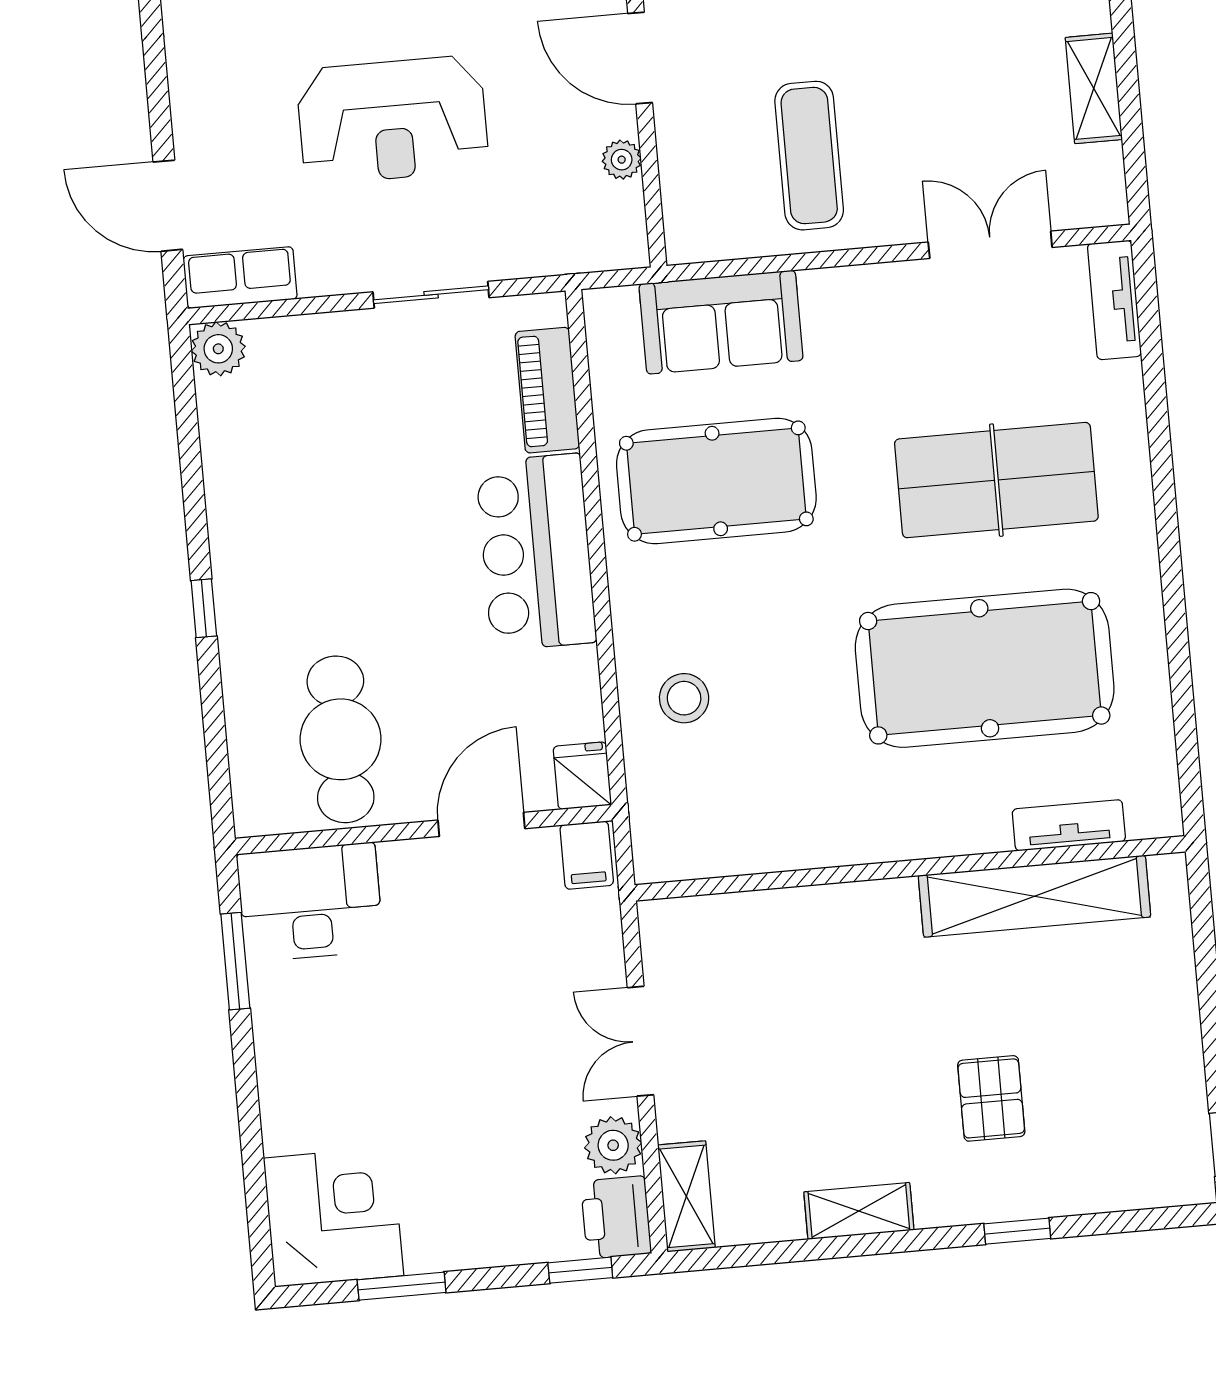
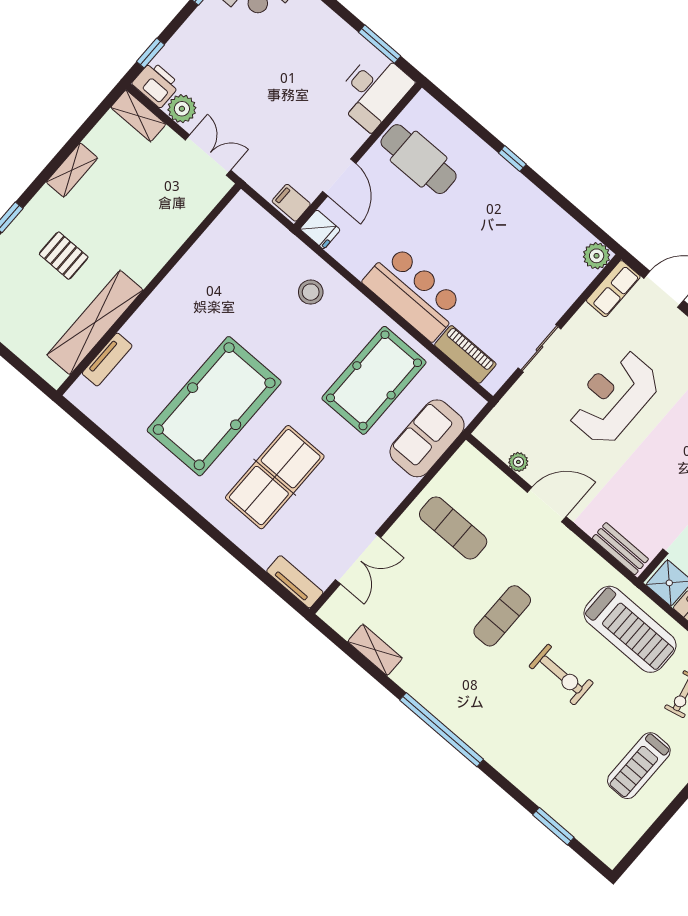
tv unit: (1069, 825) -> (107, 360), moved
wall: (910, 868) -> (149, 290), moved
shelving: (1034, 896) -> (95, 323), moved

